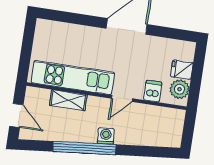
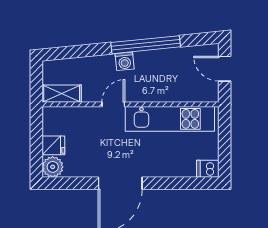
plant: (180, 89) -> (53, 167), moved
dishwasher: (153, 91) -> (208, 169), moved, turned 90
shelving: (68, 100) -> (62, 94), moved

